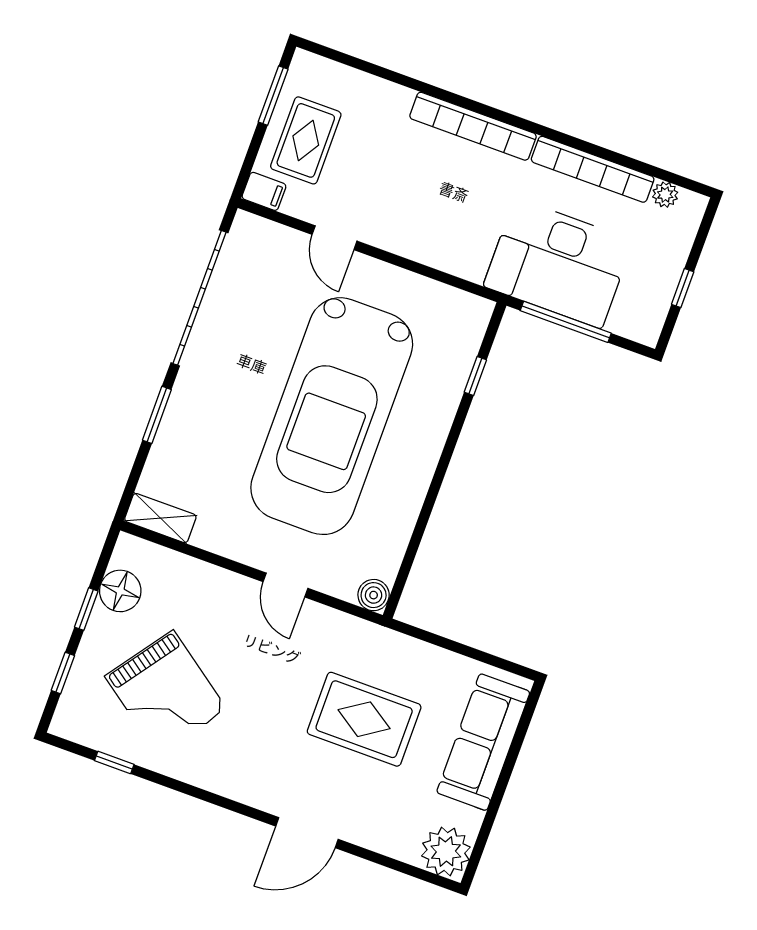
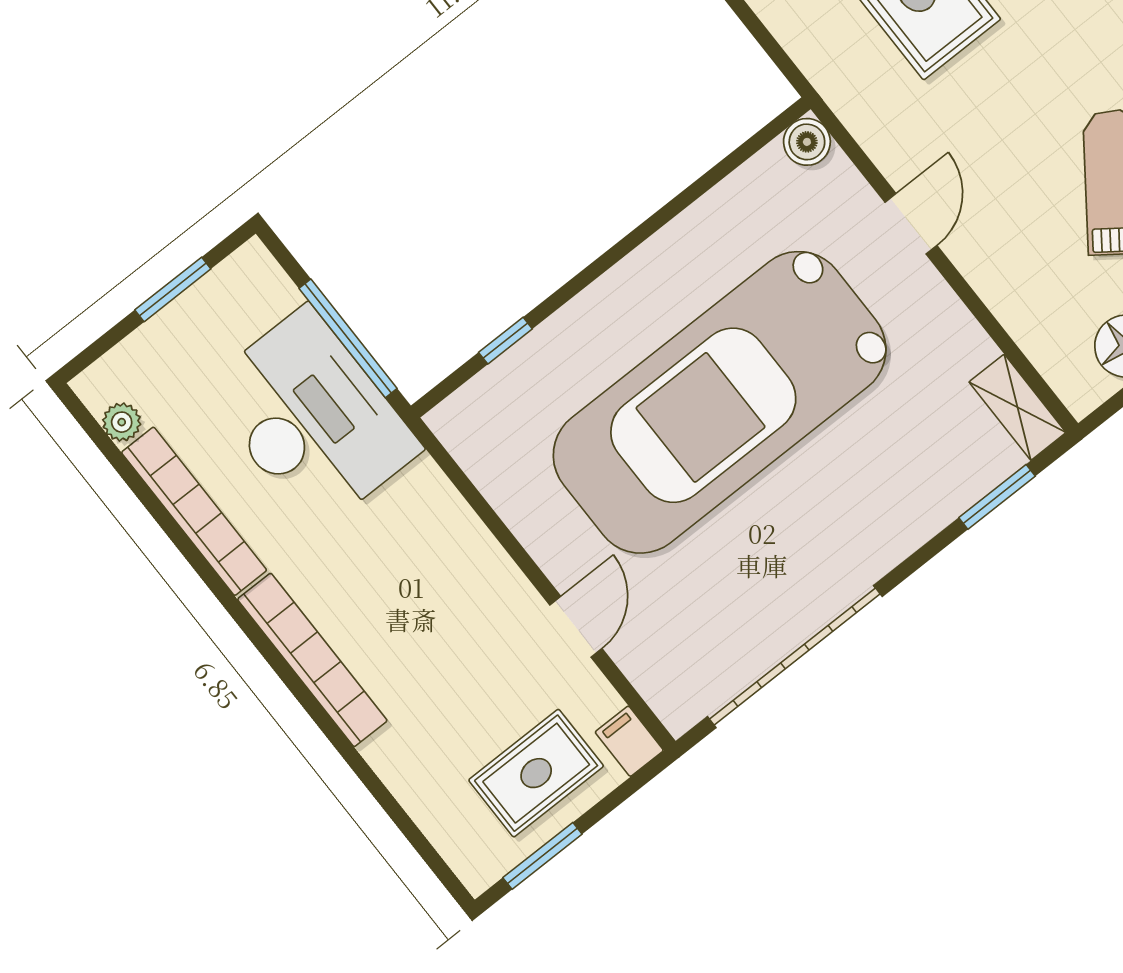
window: (683, 288) -> (173, 289), width x1.50
window: (157, 415) -> (997, 497), moved
car: (332, 416) -> (720, 402), turned 180

